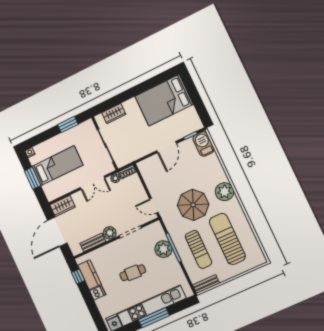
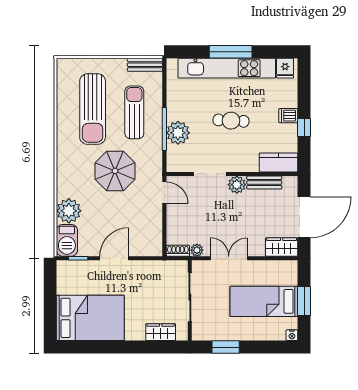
plant: (225, 192) -> (69, 211), moved
kitchen counter: (89, 275) -> (279, 162), moved, turned 90
window: (78, 277) -> (304, 127), moved

